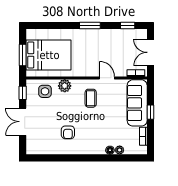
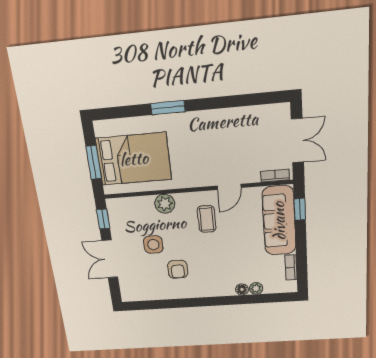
window: (90, 25) -> (168, 108), moved
window: (128, 25) -> (257, 99), removed
double door: (150, 52) -> (297, 141), swing flipped
door: (107, 78) -> (229, 187), swing flipped
side table: (45, 91) -> (153, 245), moved
window: (150, 112) -> (300, 209), moved

